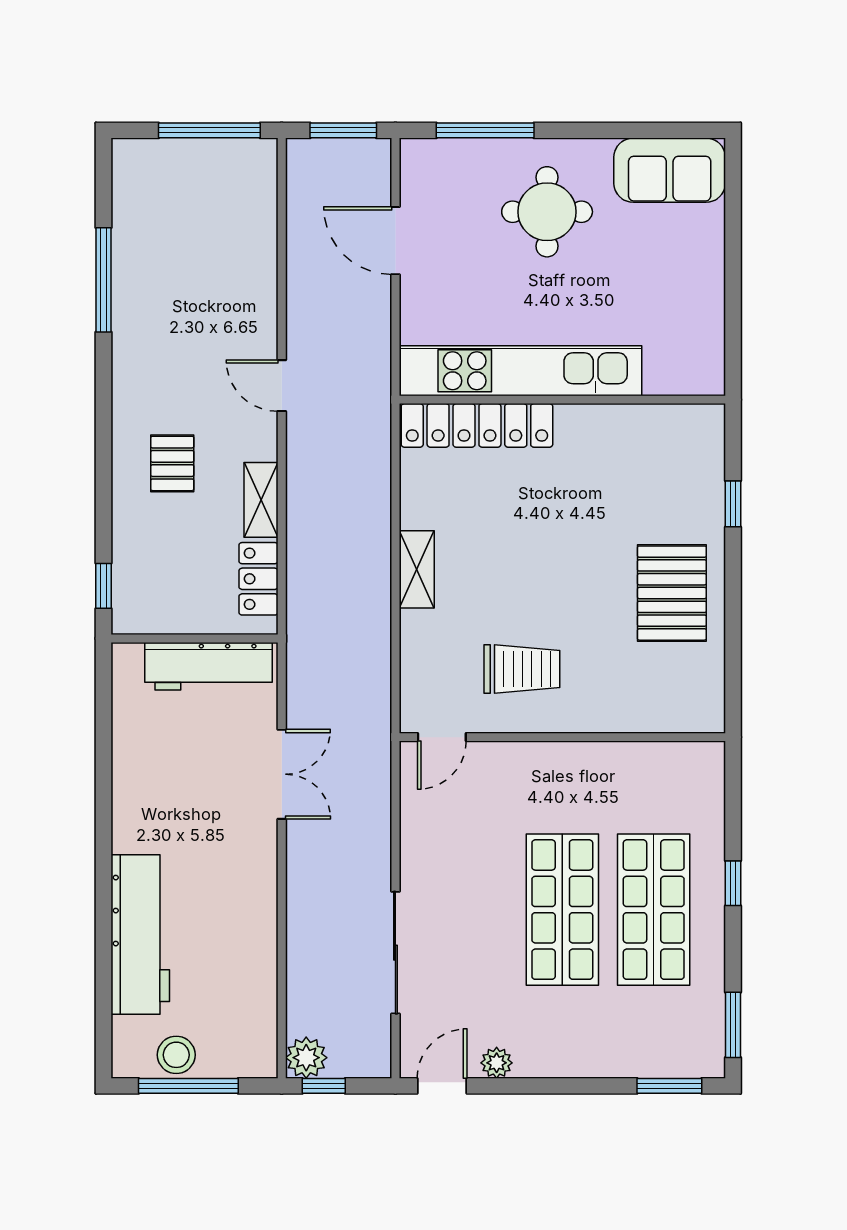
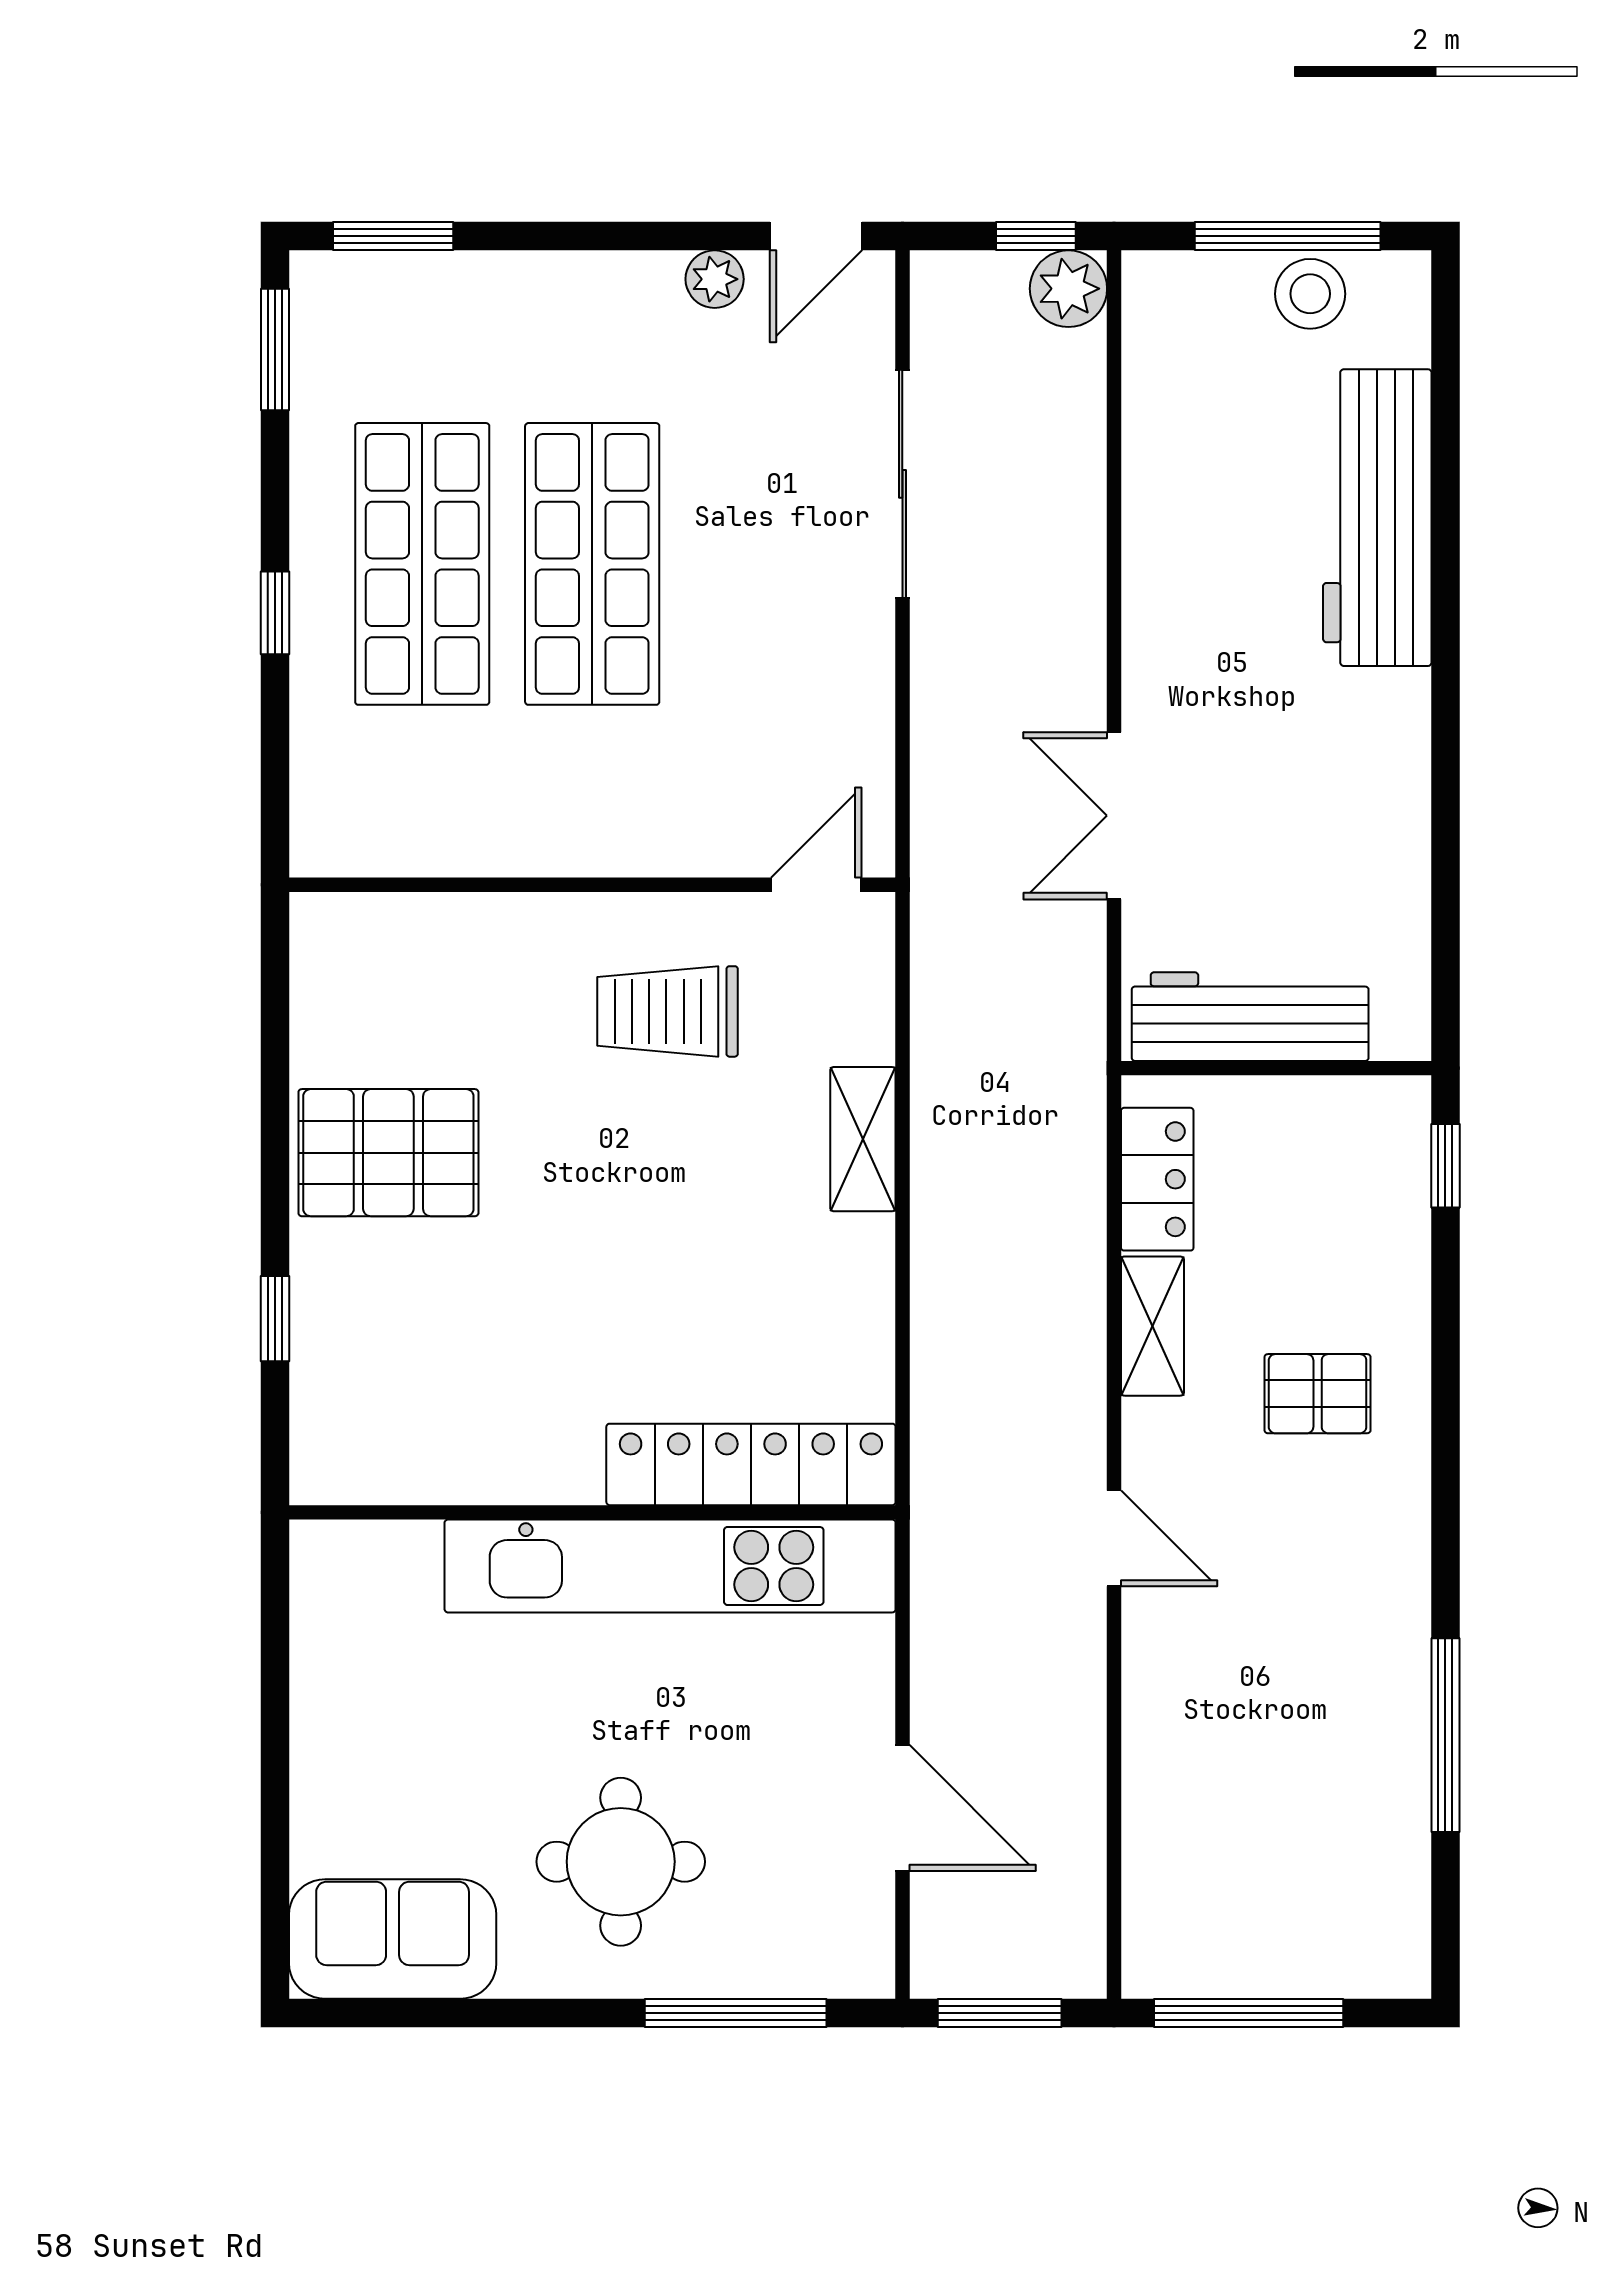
pallet: (172, 463) -> (1318, 1394), turned 90
shelving: (417, 569) -> (863, 1139), moved
pallet: (672, 593) -> (388, 1153), turned 90

